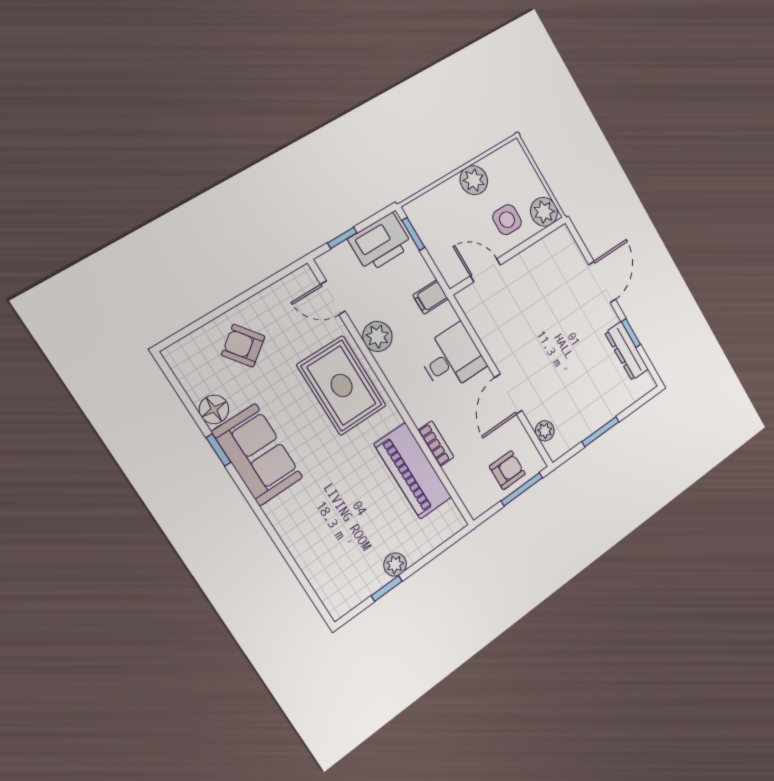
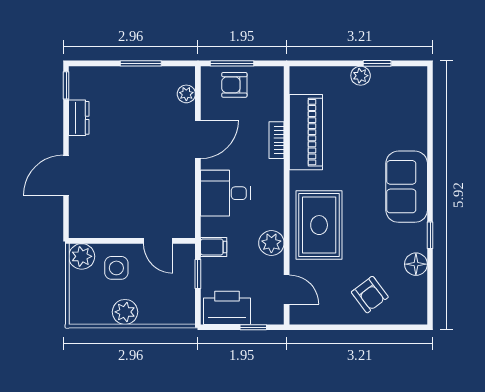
window: (413, 234) -> (198, 274), moved
window: (631, 333) -> (66, 85), moved
dresser: (627, 351) -> (79, 118), width x0.70
sofa: (257, 455) -> (407, 187), moved

